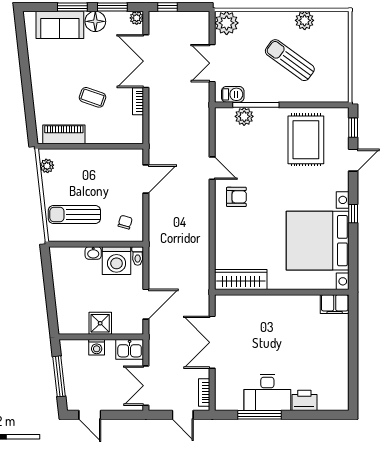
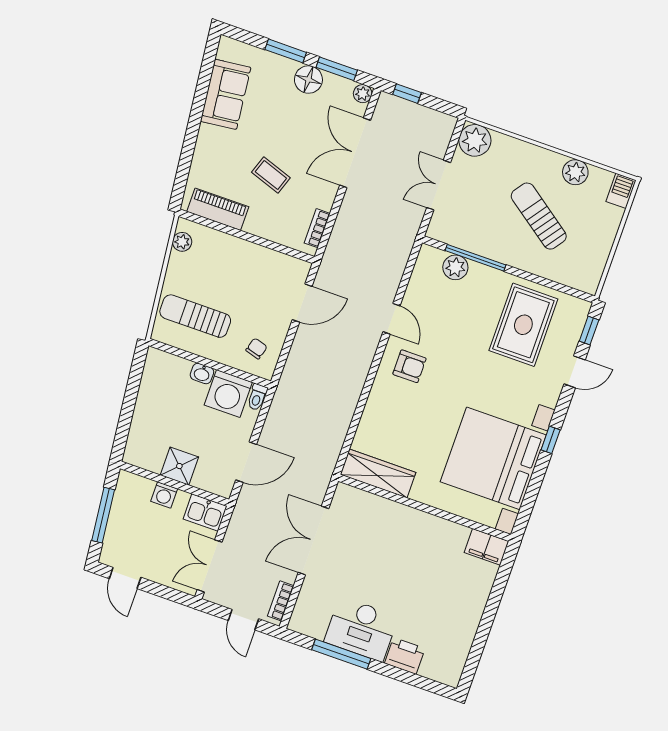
sofa: (60, 25) -> (226, 94), moved, turned -96
barbecue: (233, 94) -> (621, 191), moved, turned -90
bookcase: (138, 101) -> (317, 228), moved

